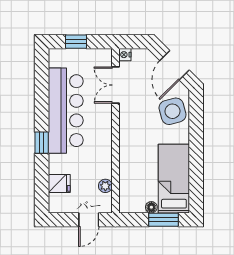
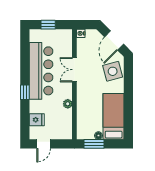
double door: (115, 85) -> (74, 70), moved
plant: (105, 186) -> (68, 104), moved
door: (89, 220) -> (44, 144), moved
window: (163, 220) -> (94, 144), moved

